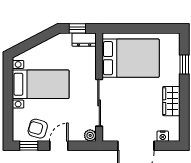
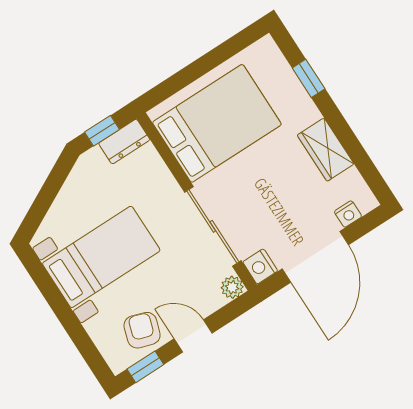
armchair: (38, 129) -> (142, 330), turned 92
nightstand: (109, 134) -> (260, 266), added
door: (59, 146) -> (193, 336), hinge flipped

